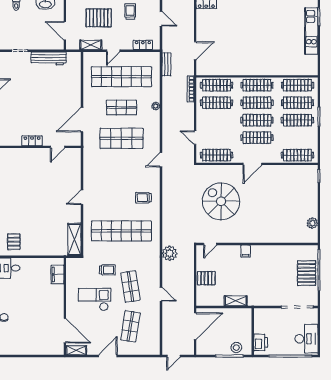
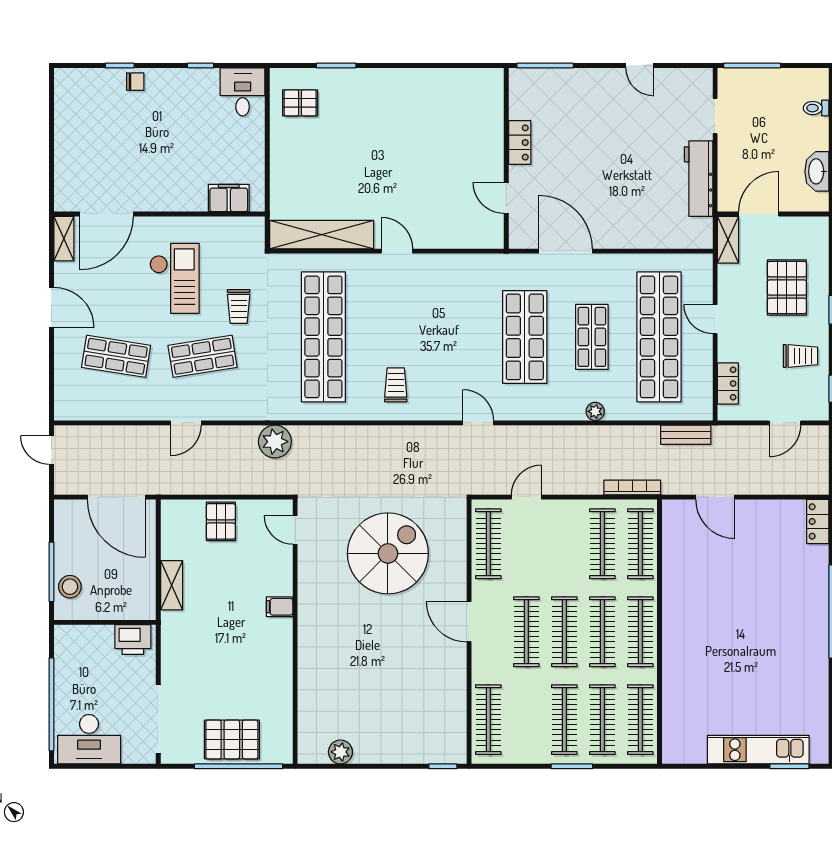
shelving: (91, 45) -> (728, 240), moved
shelving: (74, 239) -> (322, 235), width x1.47
printer: (261, 342) -> (133, 640), moved

